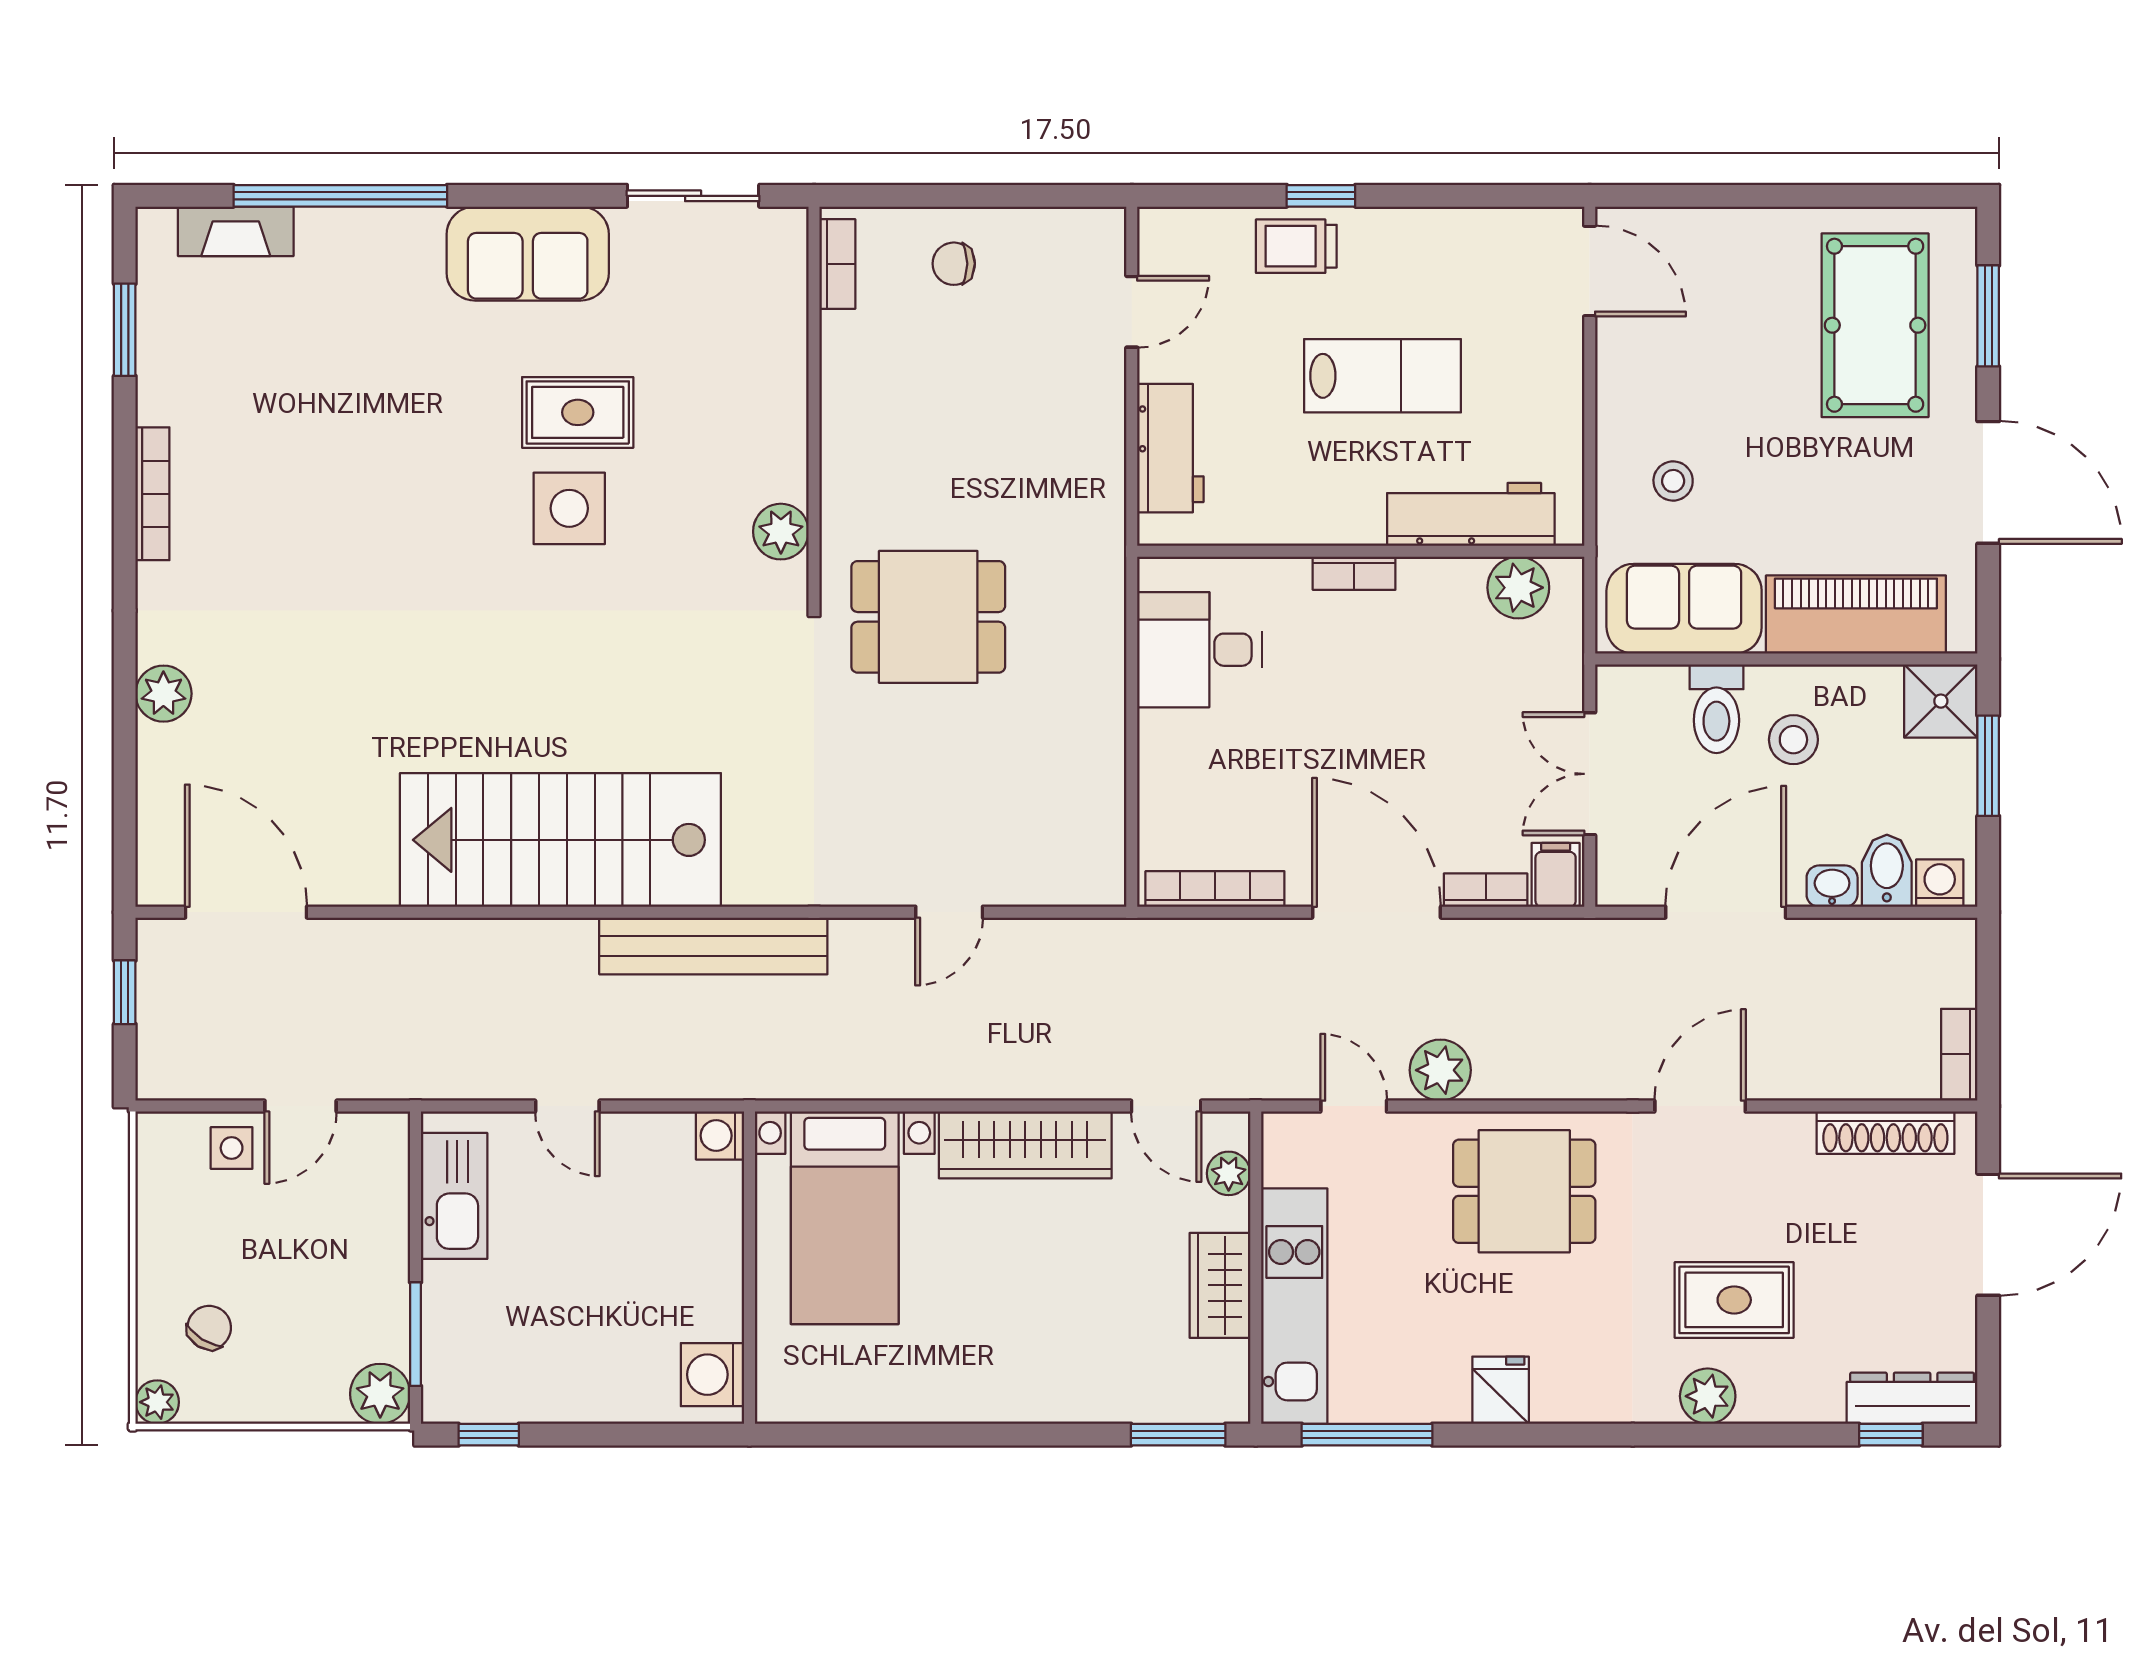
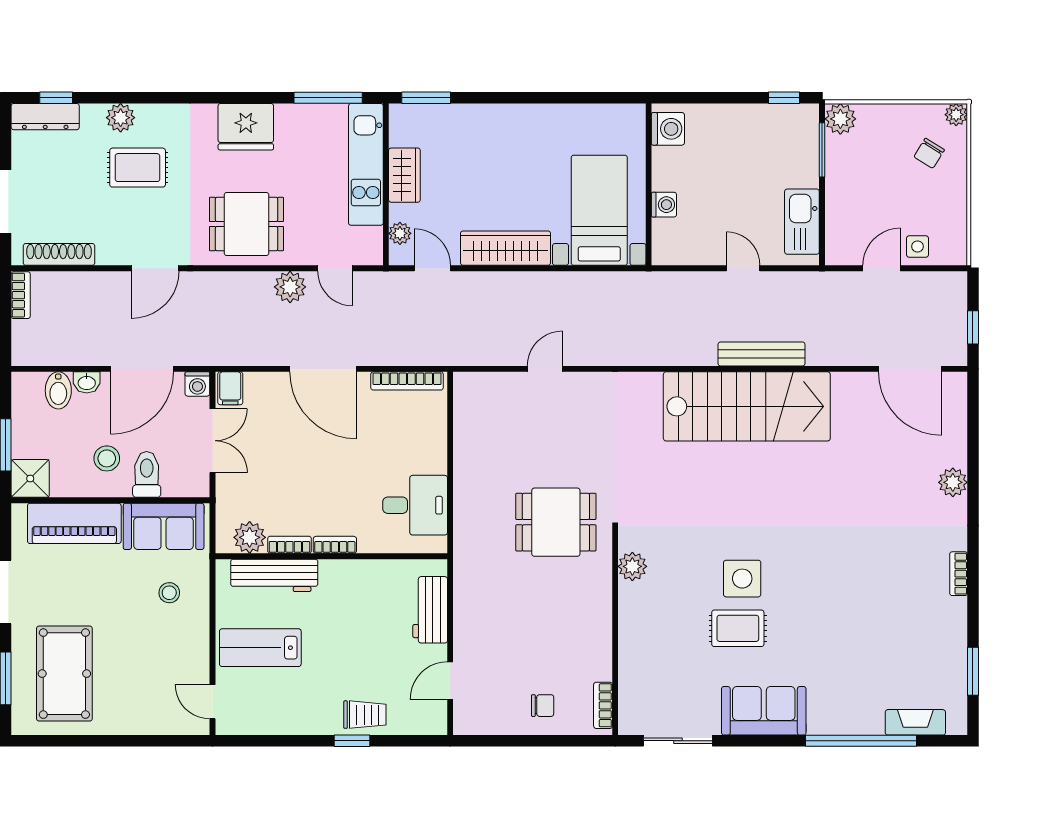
door: (1590, 271) -> (213, 702), width x0.73
lab bench: (1383, 376) -> (260, 648), moved
bookcase: (152, 494) -> (959, 574), width x0.64
washing machine: (1940, 883) -> (197, 384), moved
bookcase: (1486, 890) -> (289, 545), moved, turned 180
bench: (713, 946) -> (762, 354), moved, width x0.73, depth x0.82
washing machine: (720, 1136) -> (664, 205), moved
fridge: (1501, 1390) -> (246, 127), width x1.88, depth x1.34
plant: (1708, 1396) -> (121, 118), moved

